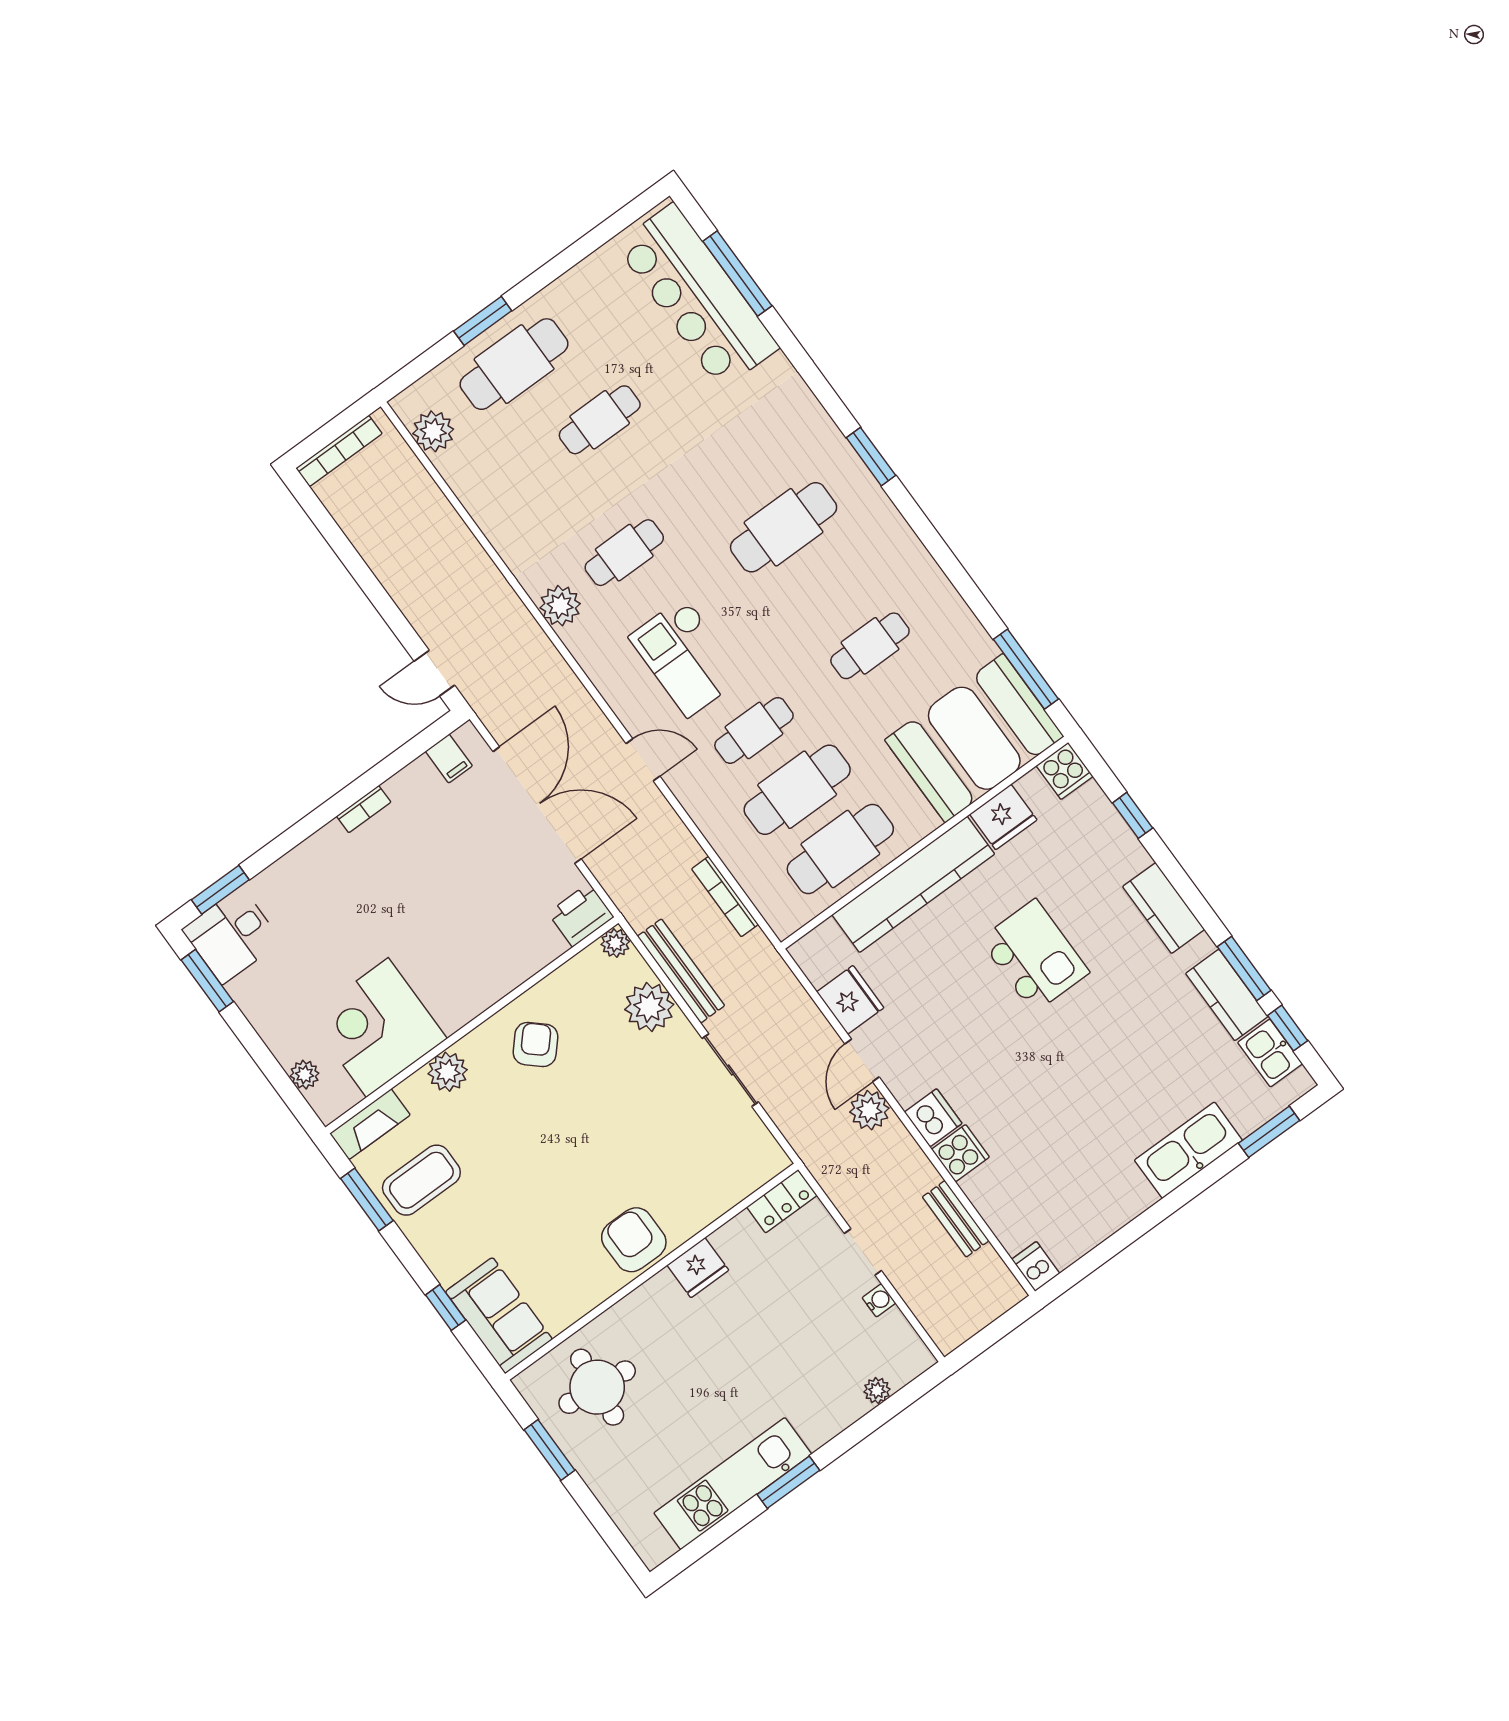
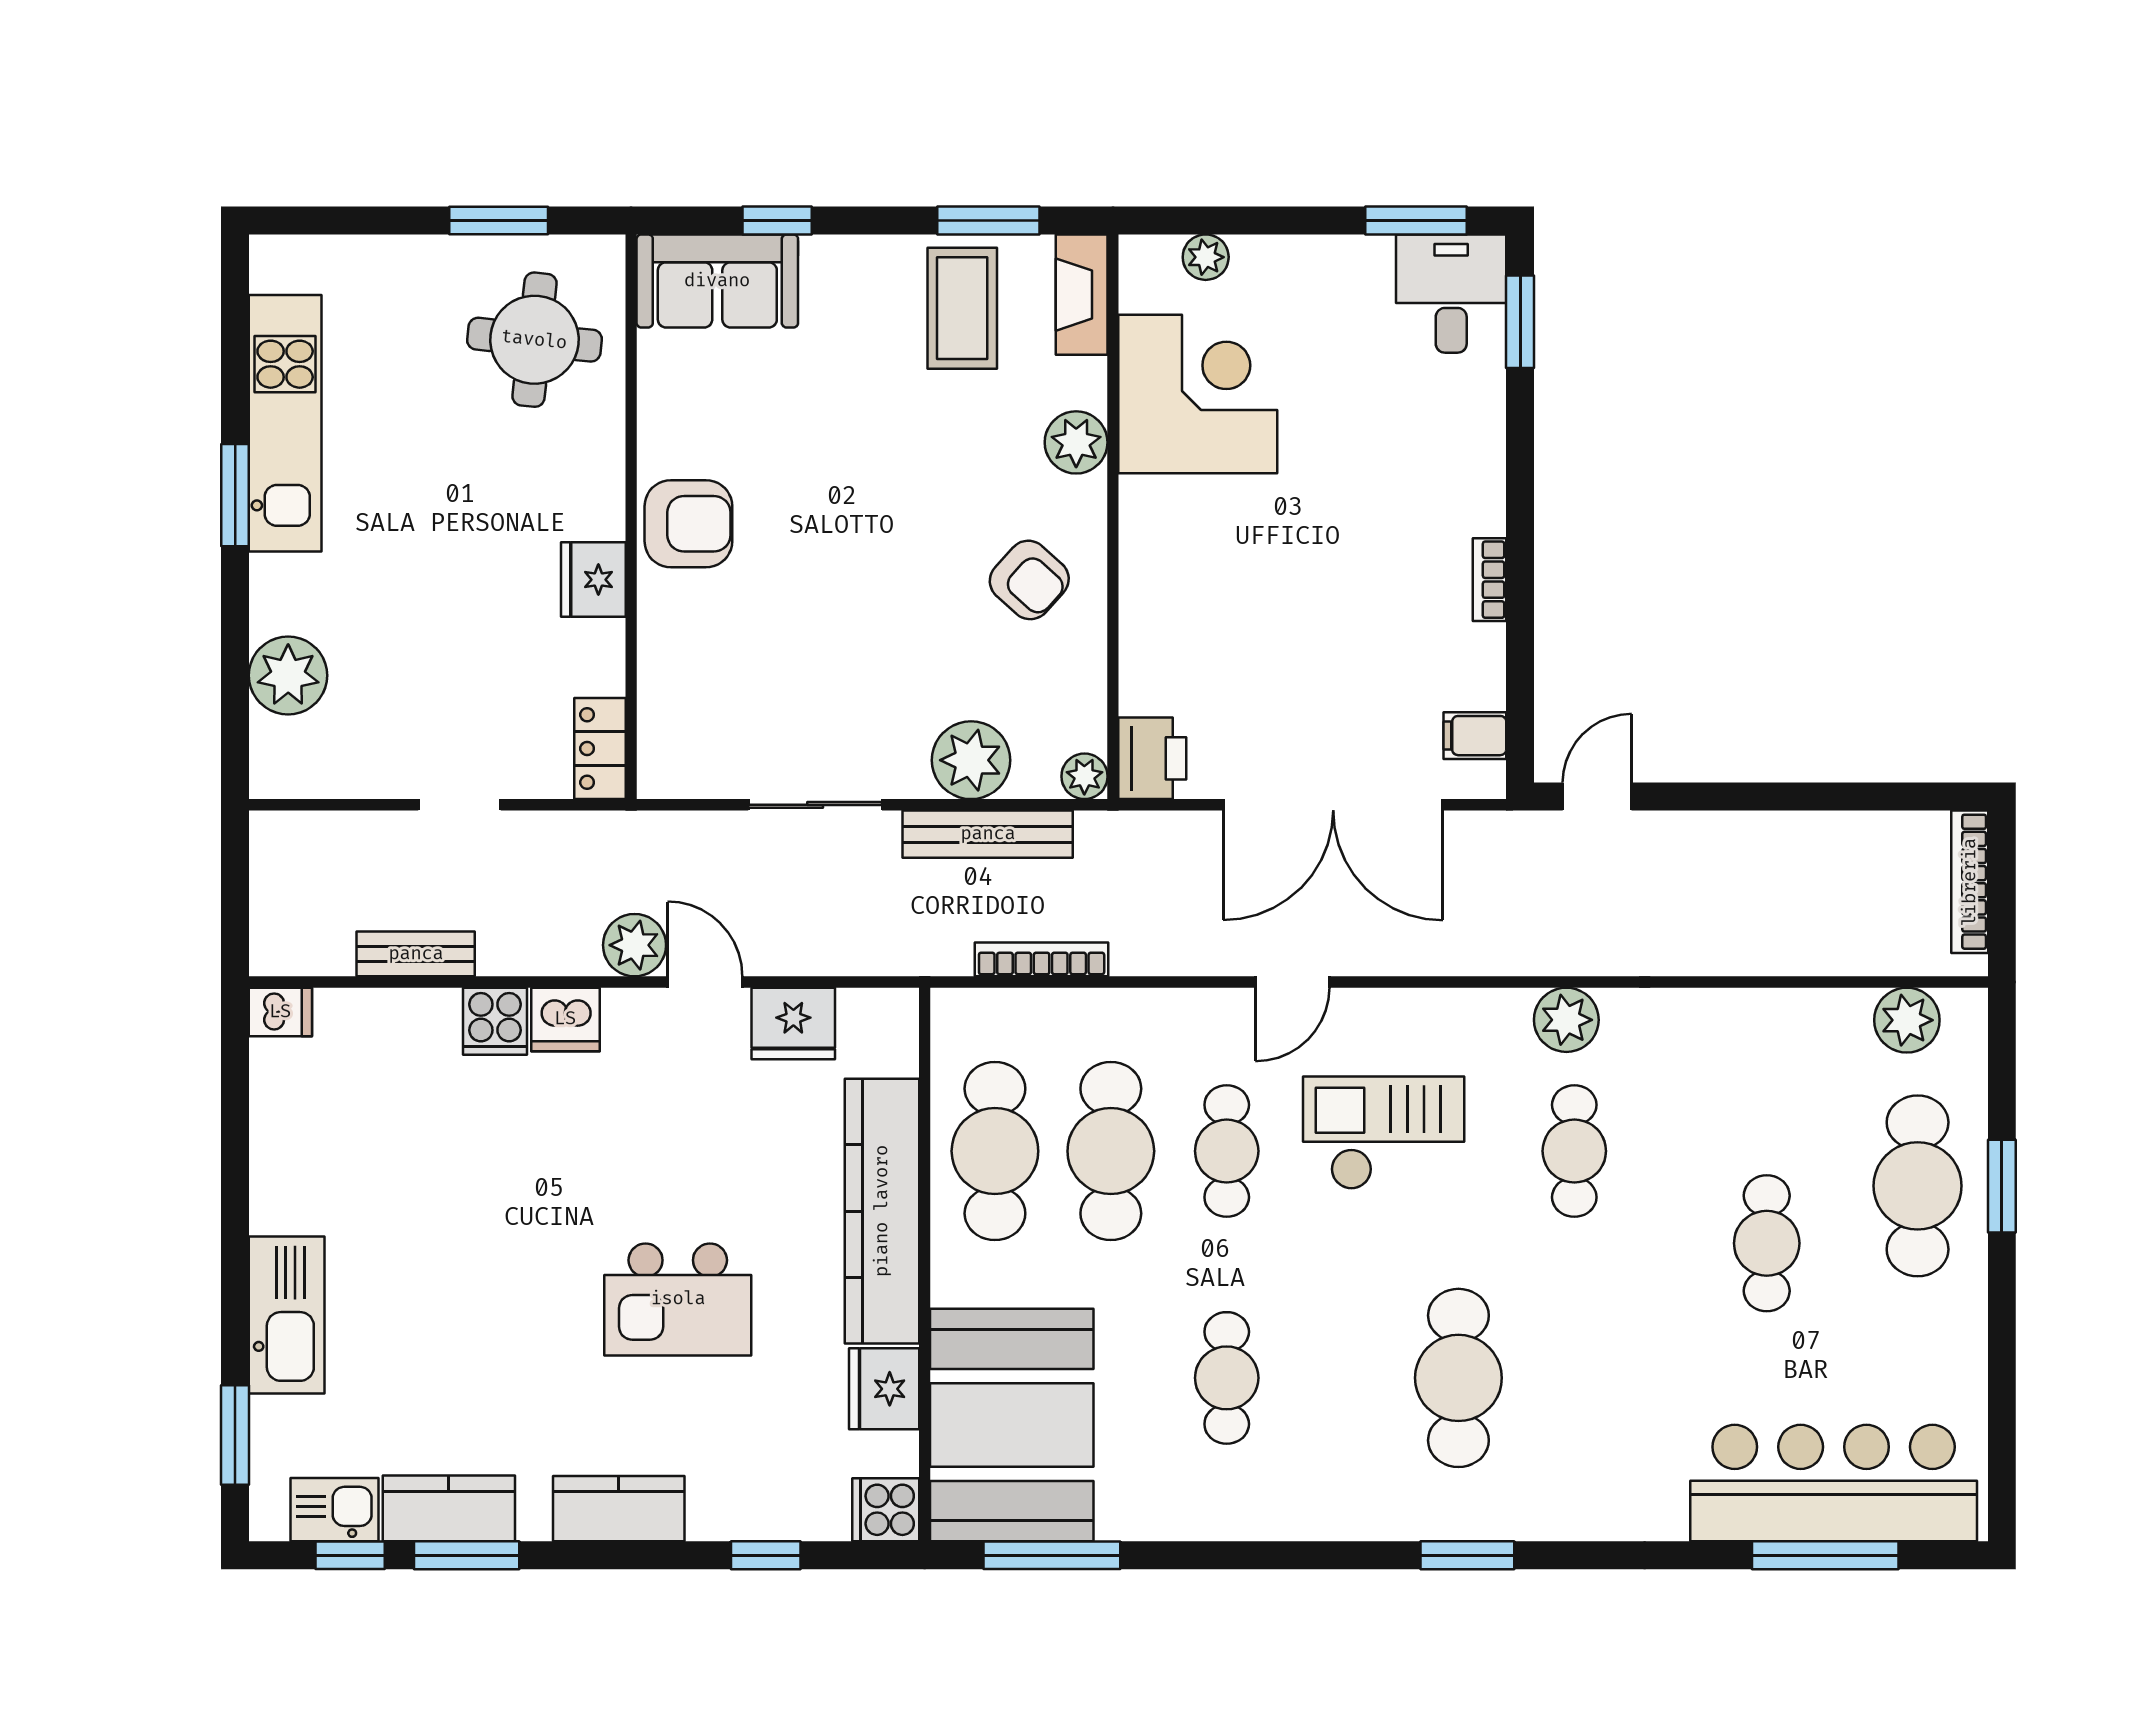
water cooler: (879, 1300) -> (383, 780), removed
plant: (877, 1390) -> (288, 675), width x1.88, depth x1.88

